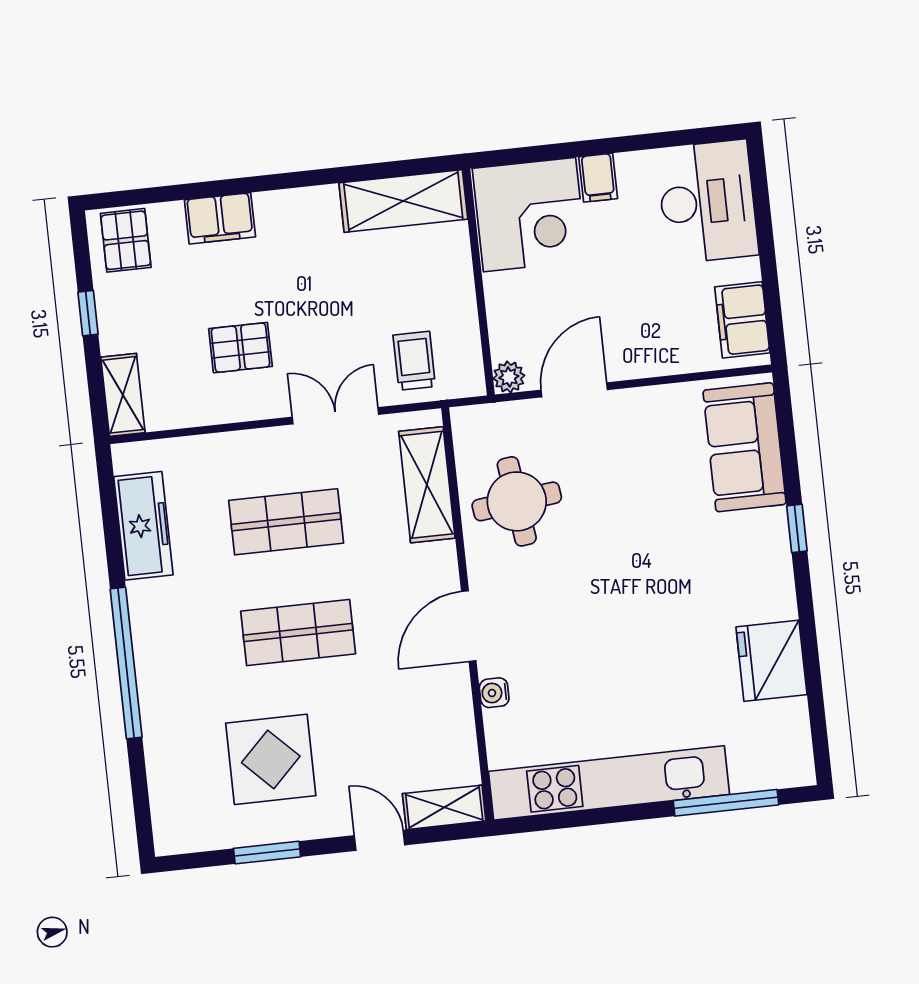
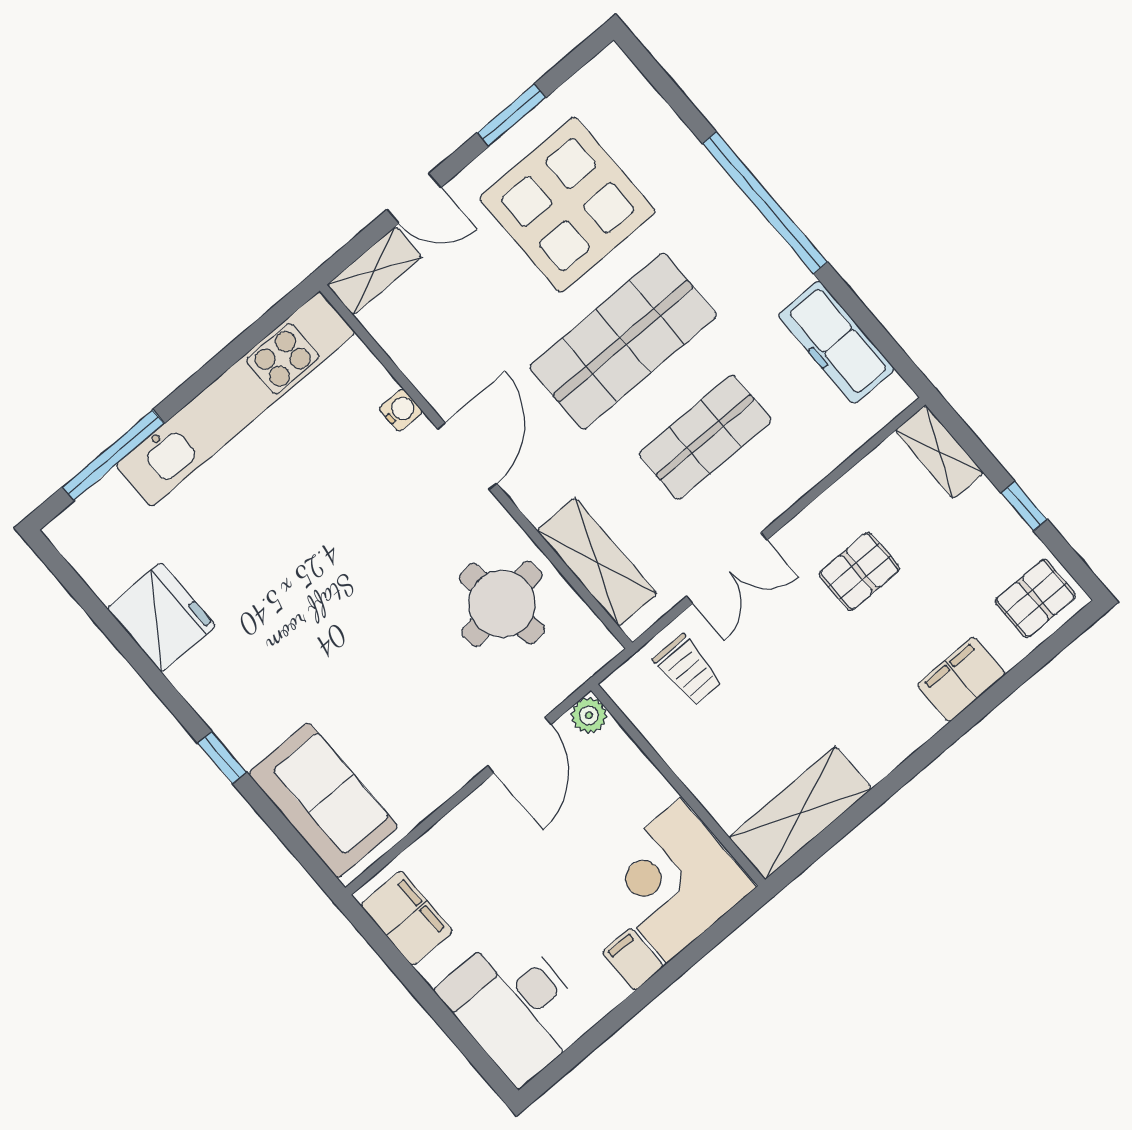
pallet: (126, 240) -> (1035, 598), turned 90
shop shelf: (298, 633) -> (623, 341), width x1.43, depth x1.36
display table: (271, 759) -> (568, 205), width x1.36, depth x1.36

